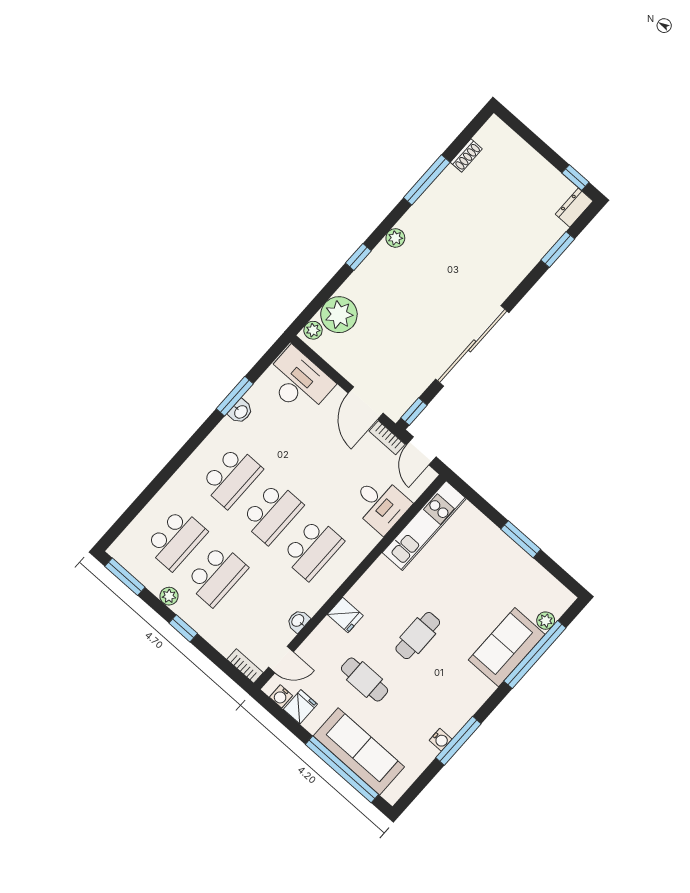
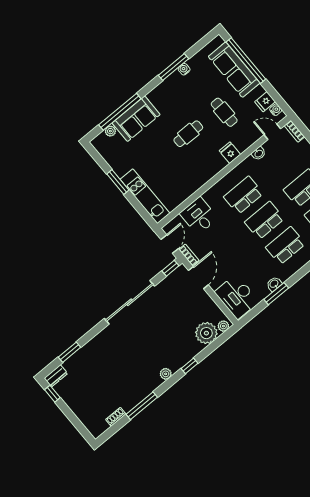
kitchen unit: (424, 526) -> (145, 196), moved, turned 90

